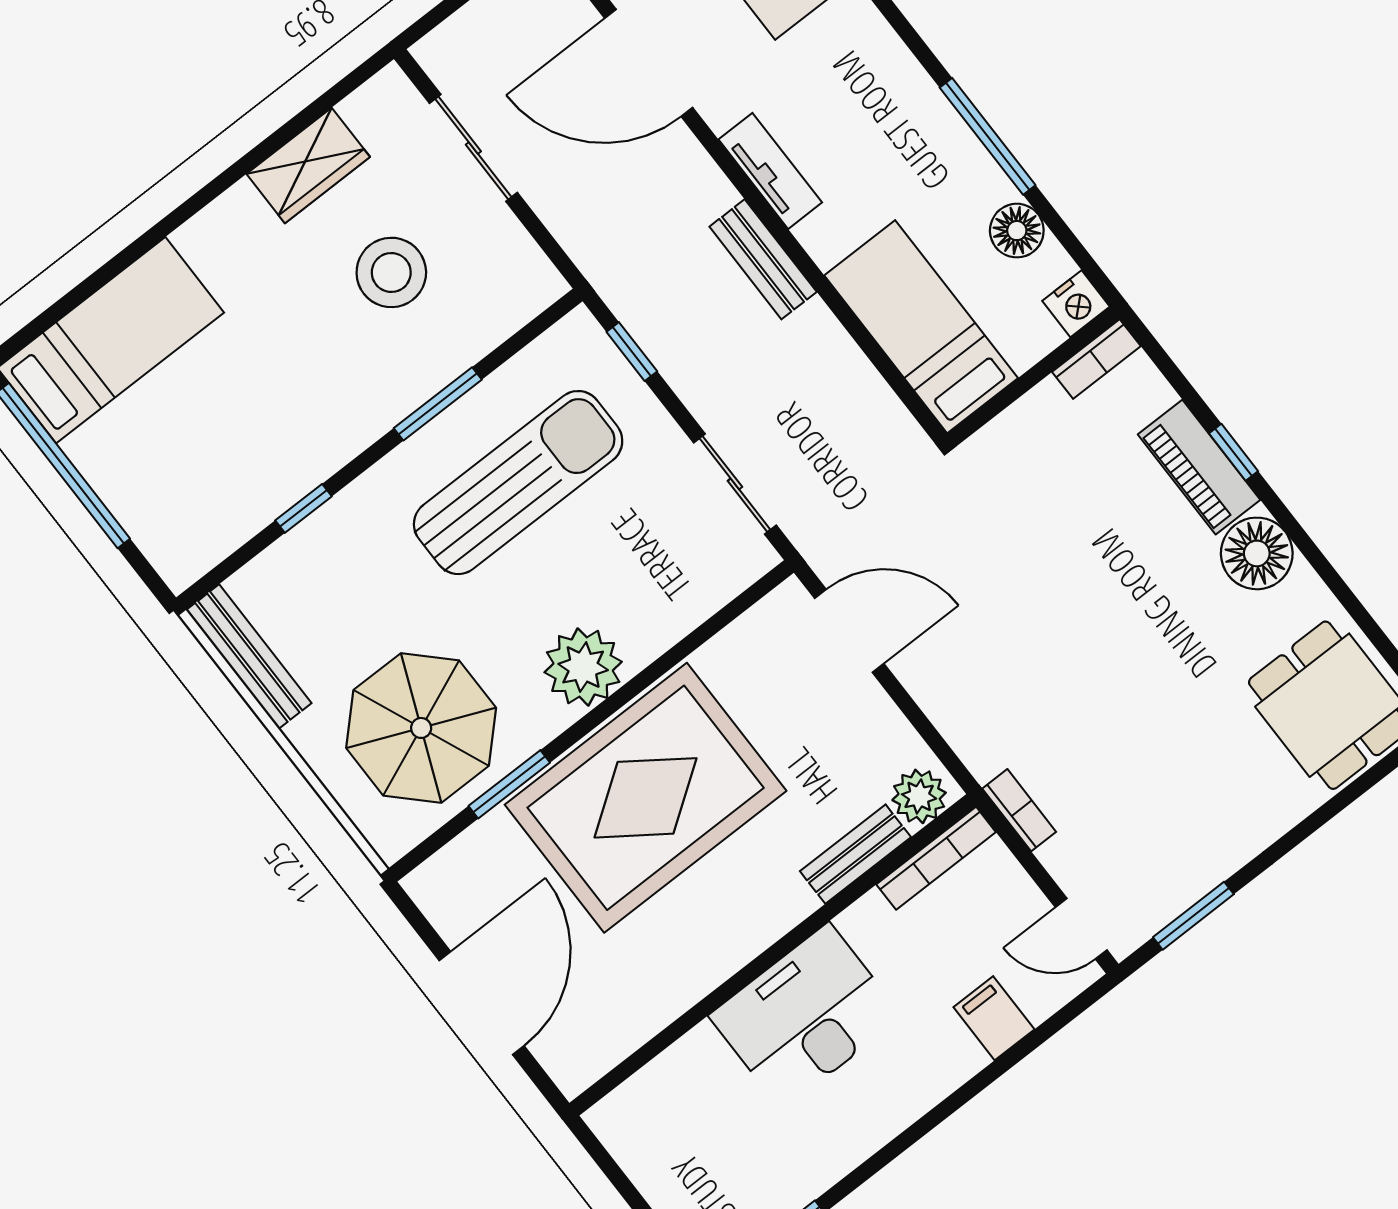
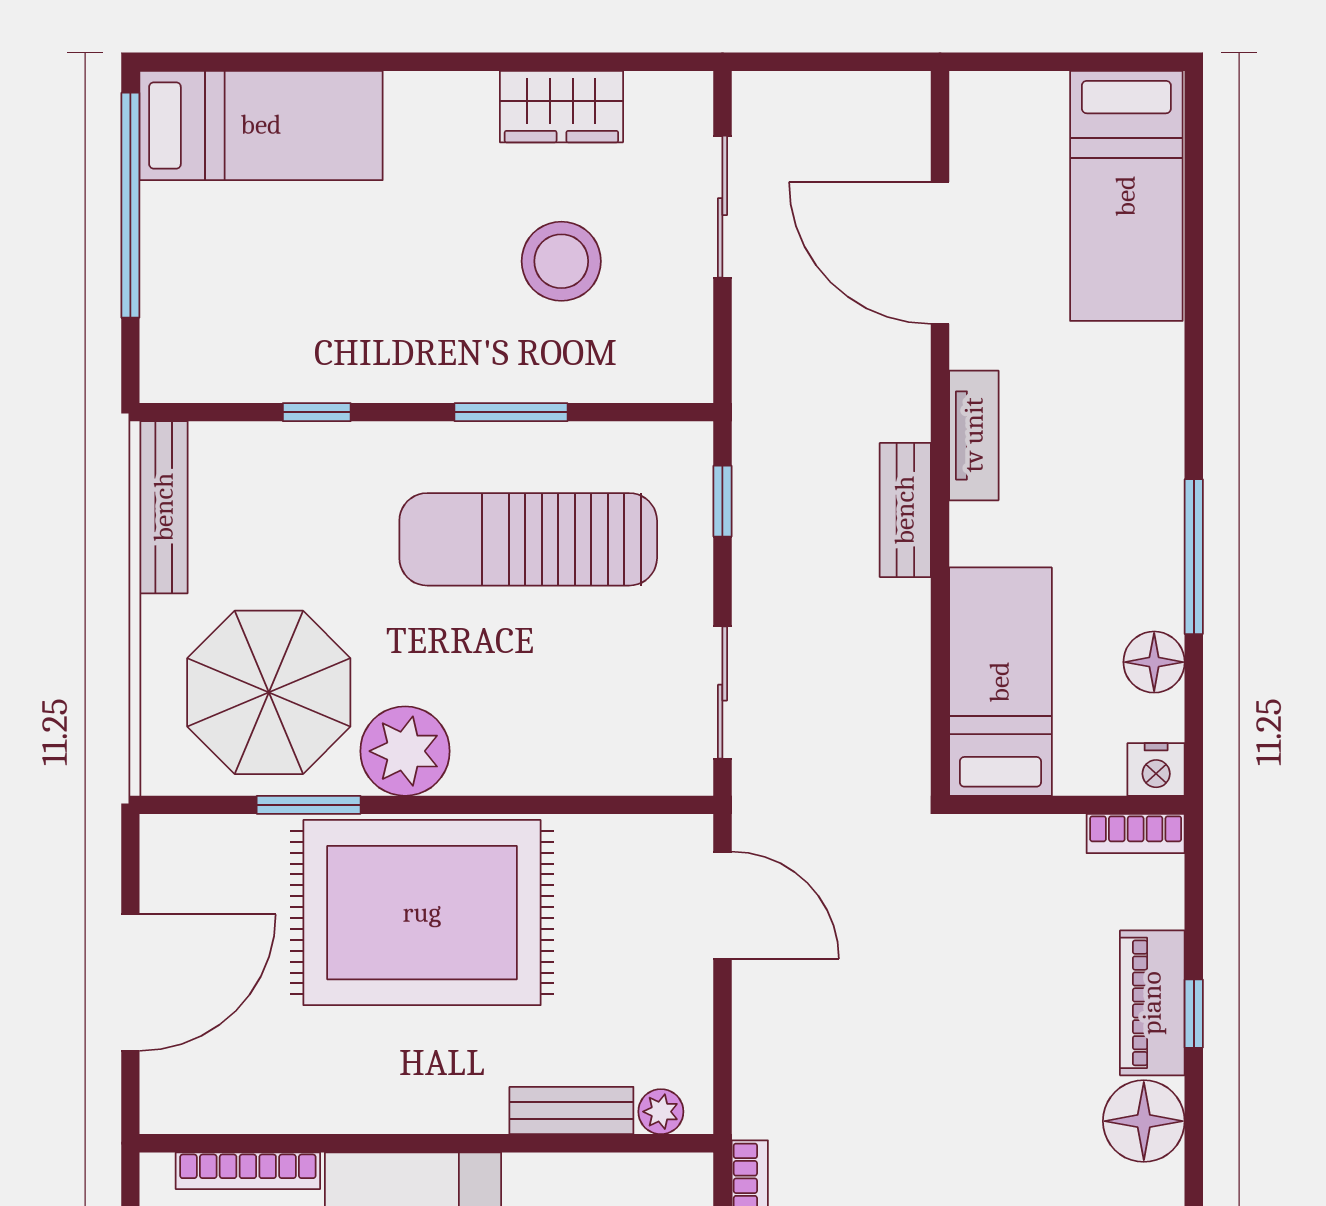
sun lounger: (518, 483) -> (528, 539), turned 180
plant: (583, 667) -> (405, 751), moved
plant: (919, 796) -> (661, 1112), width x0.73, depth x0.73
bookcase: (936, 858) -> (248, 1171), moved

